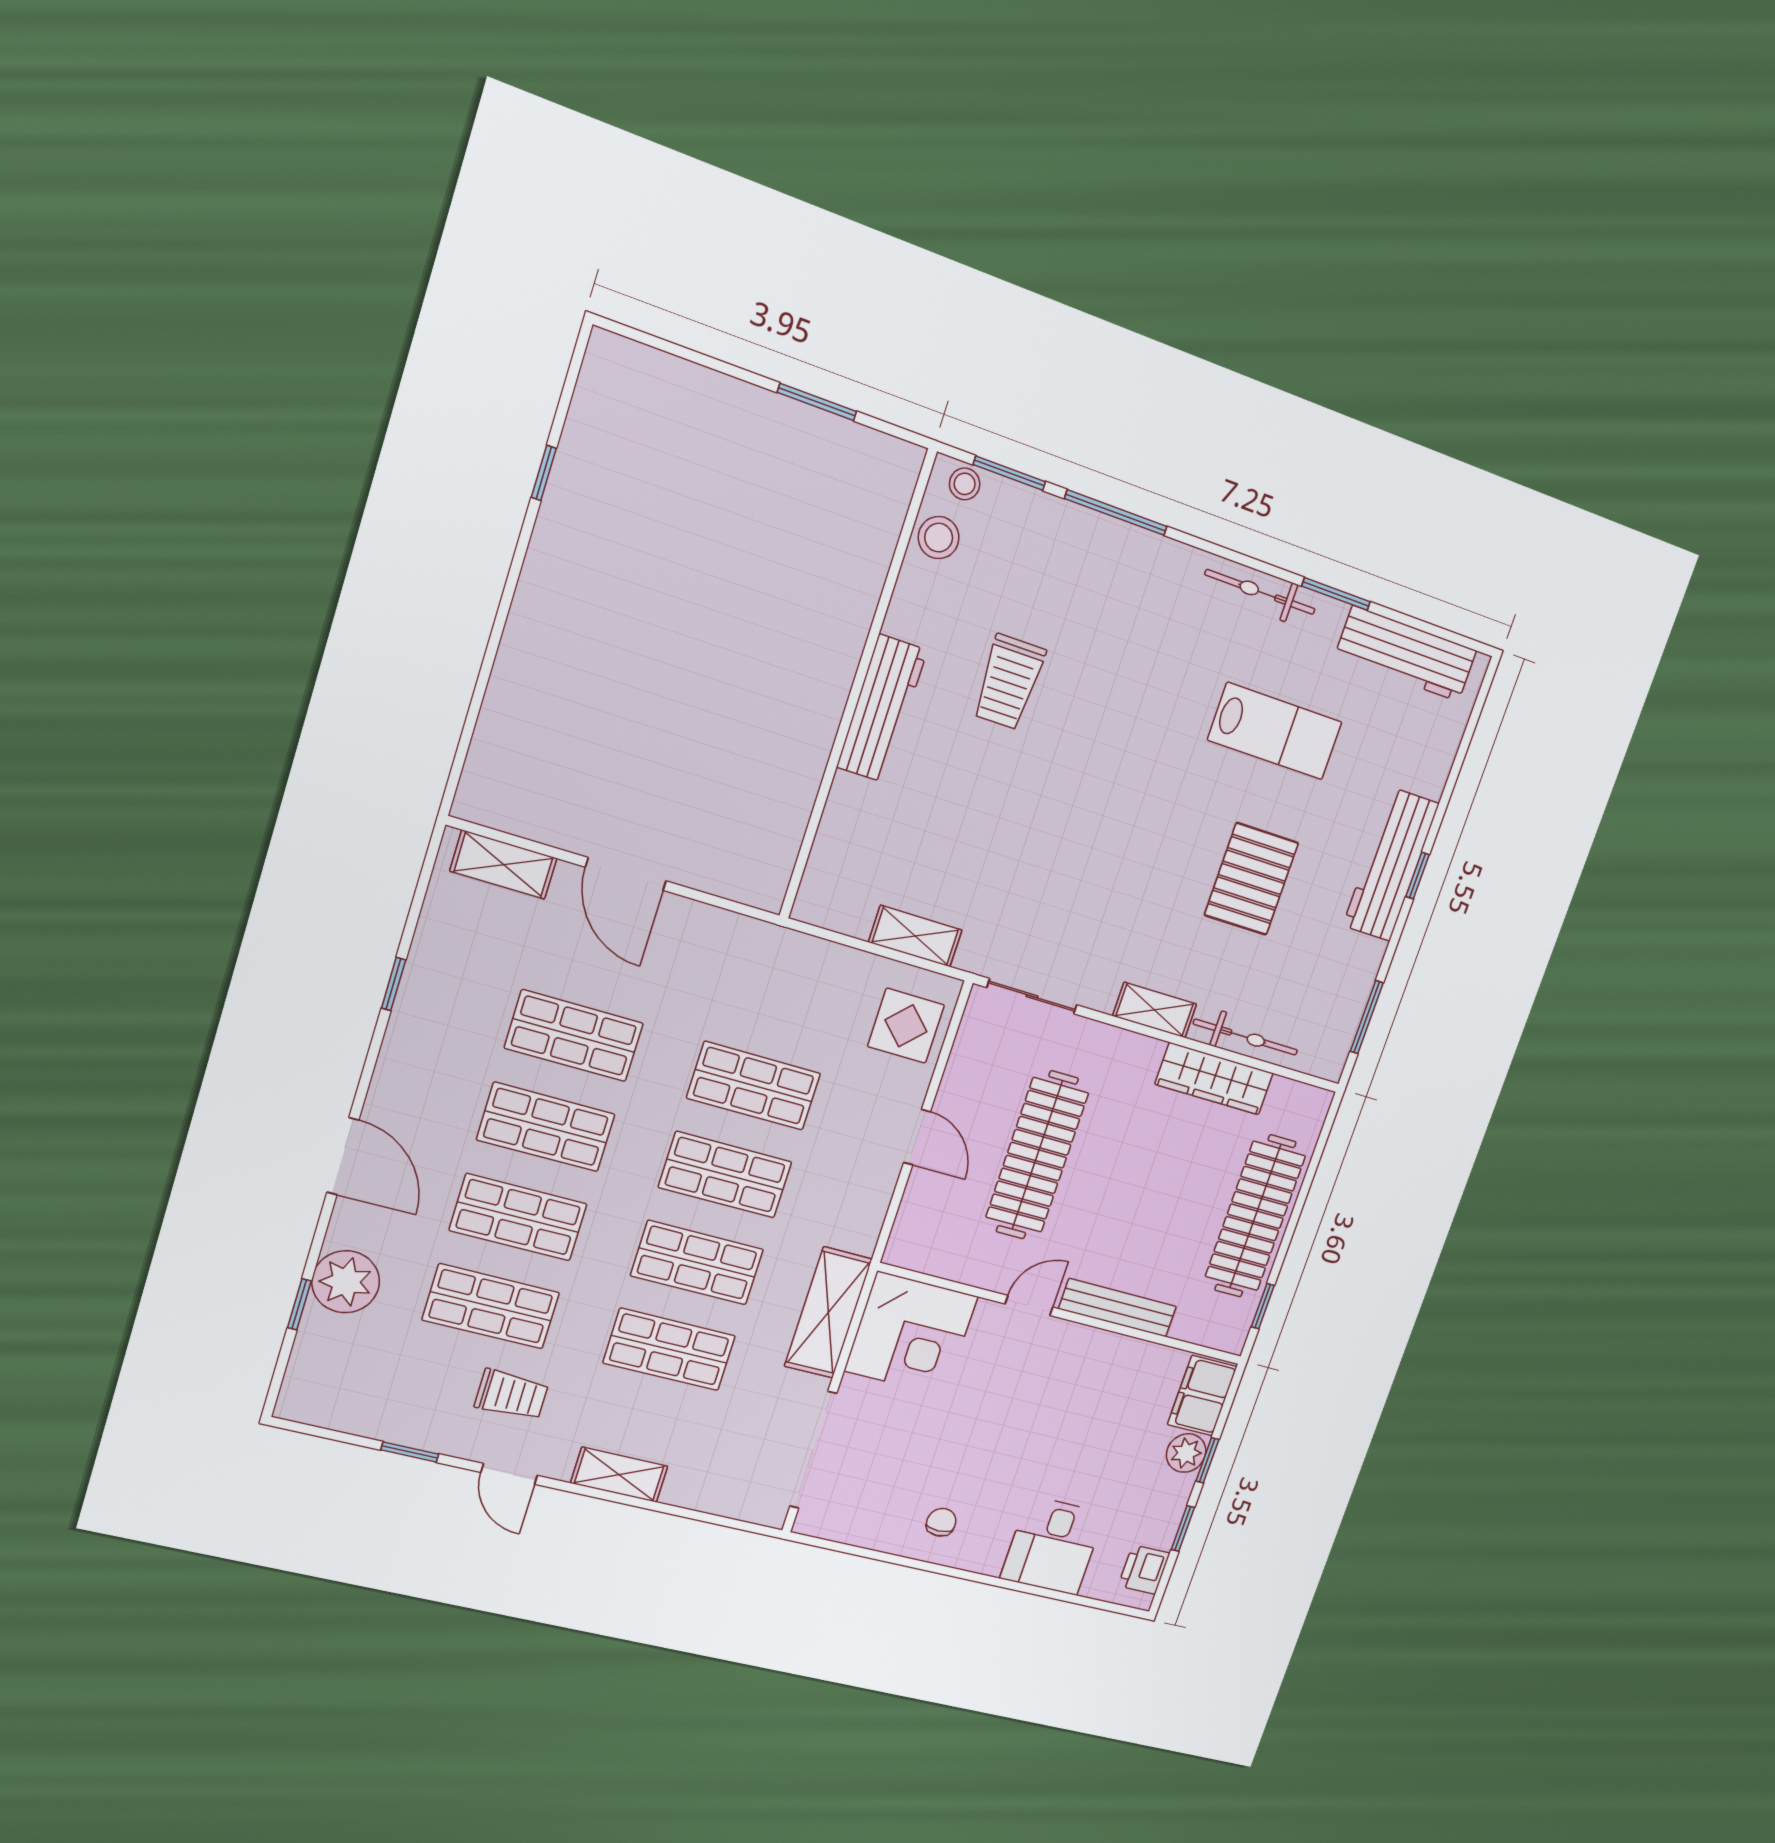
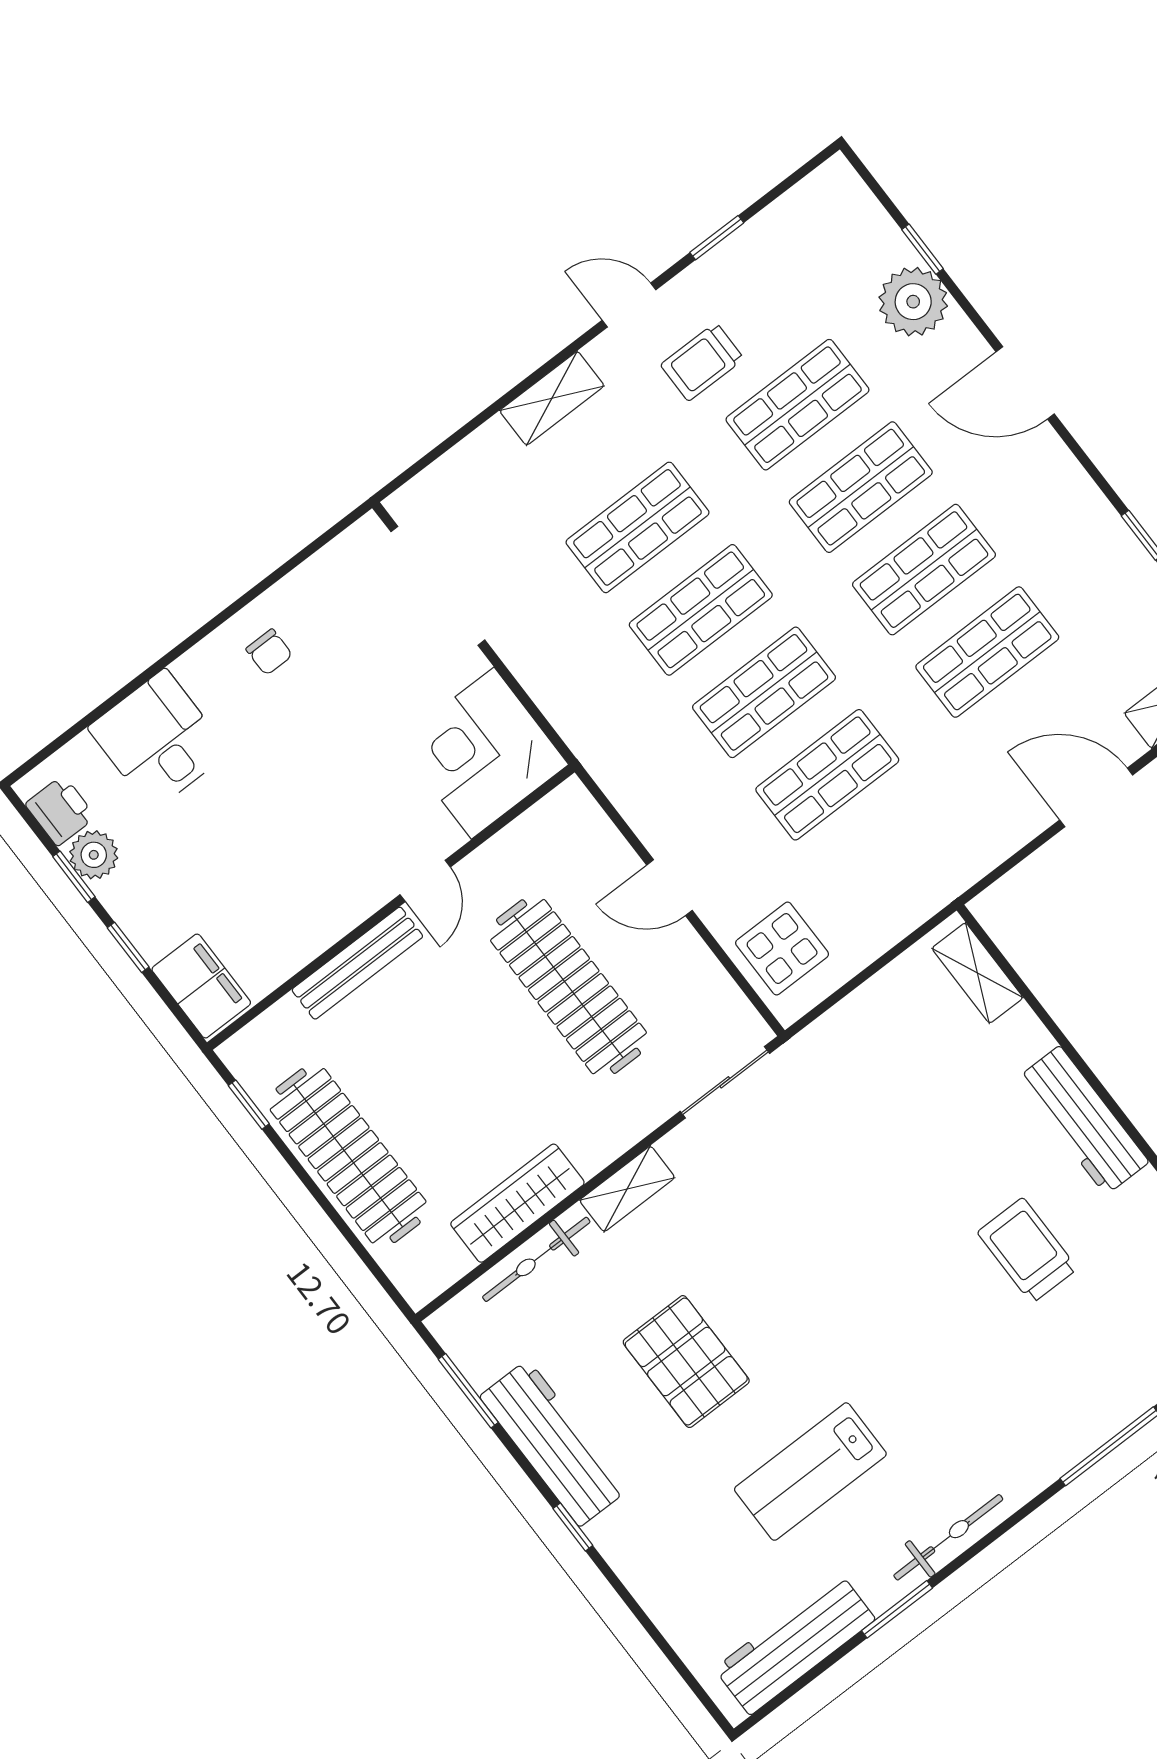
workbench: (1391, 865) -> (554, 1443), moved
shelving: (915, 936) -> (977, 973), moved, turned 90
shelving: (828, 1313) -> (562, 692), removed
plant: (1186, 1453) -> (94, 855), moved

